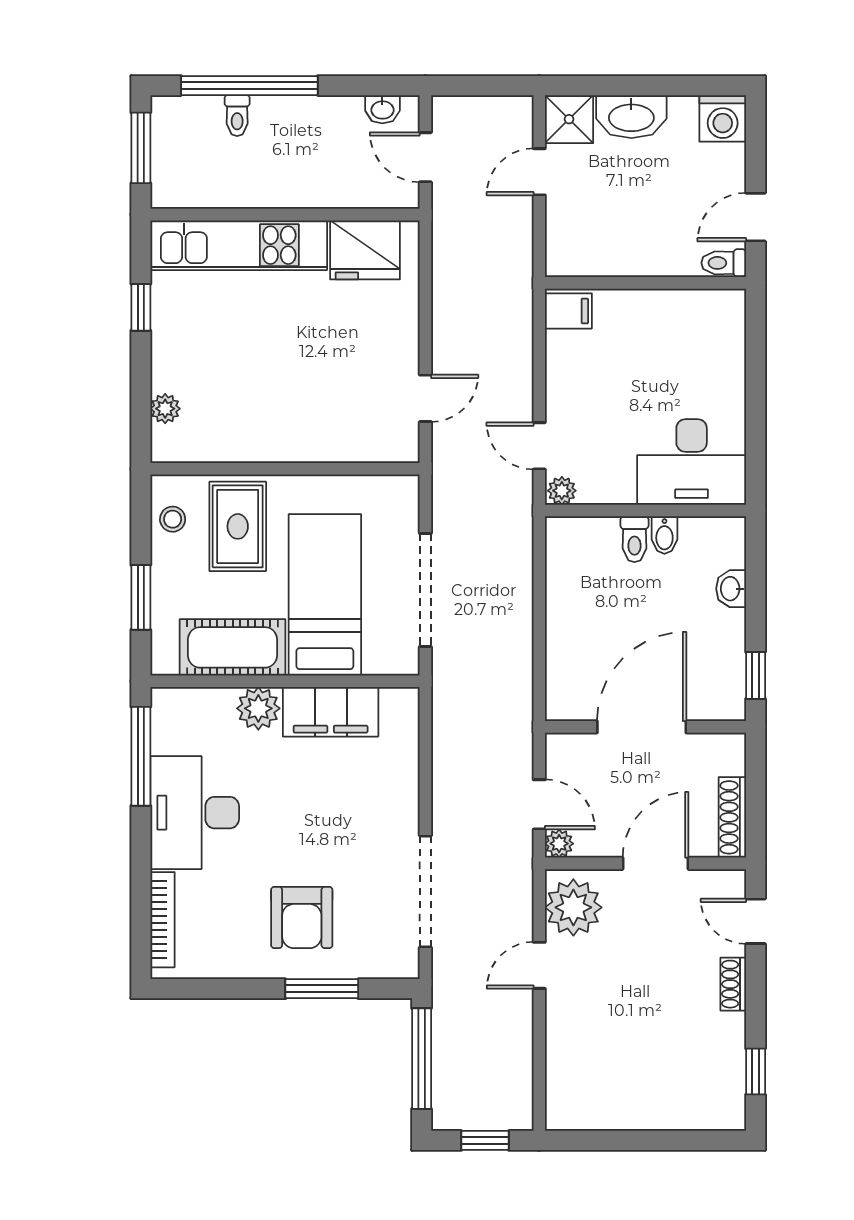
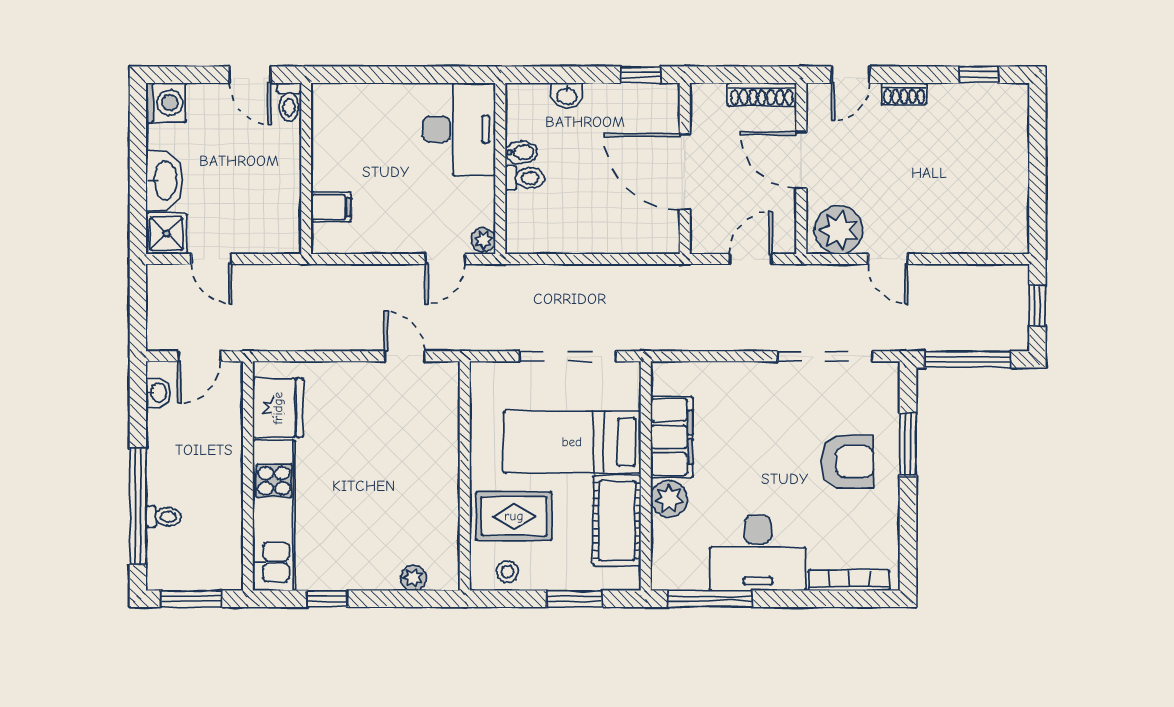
filing cabinet: (568, 311) -> (331, 207), moved, turned 90
plant: (559, 844) -> (784, 242), removed

